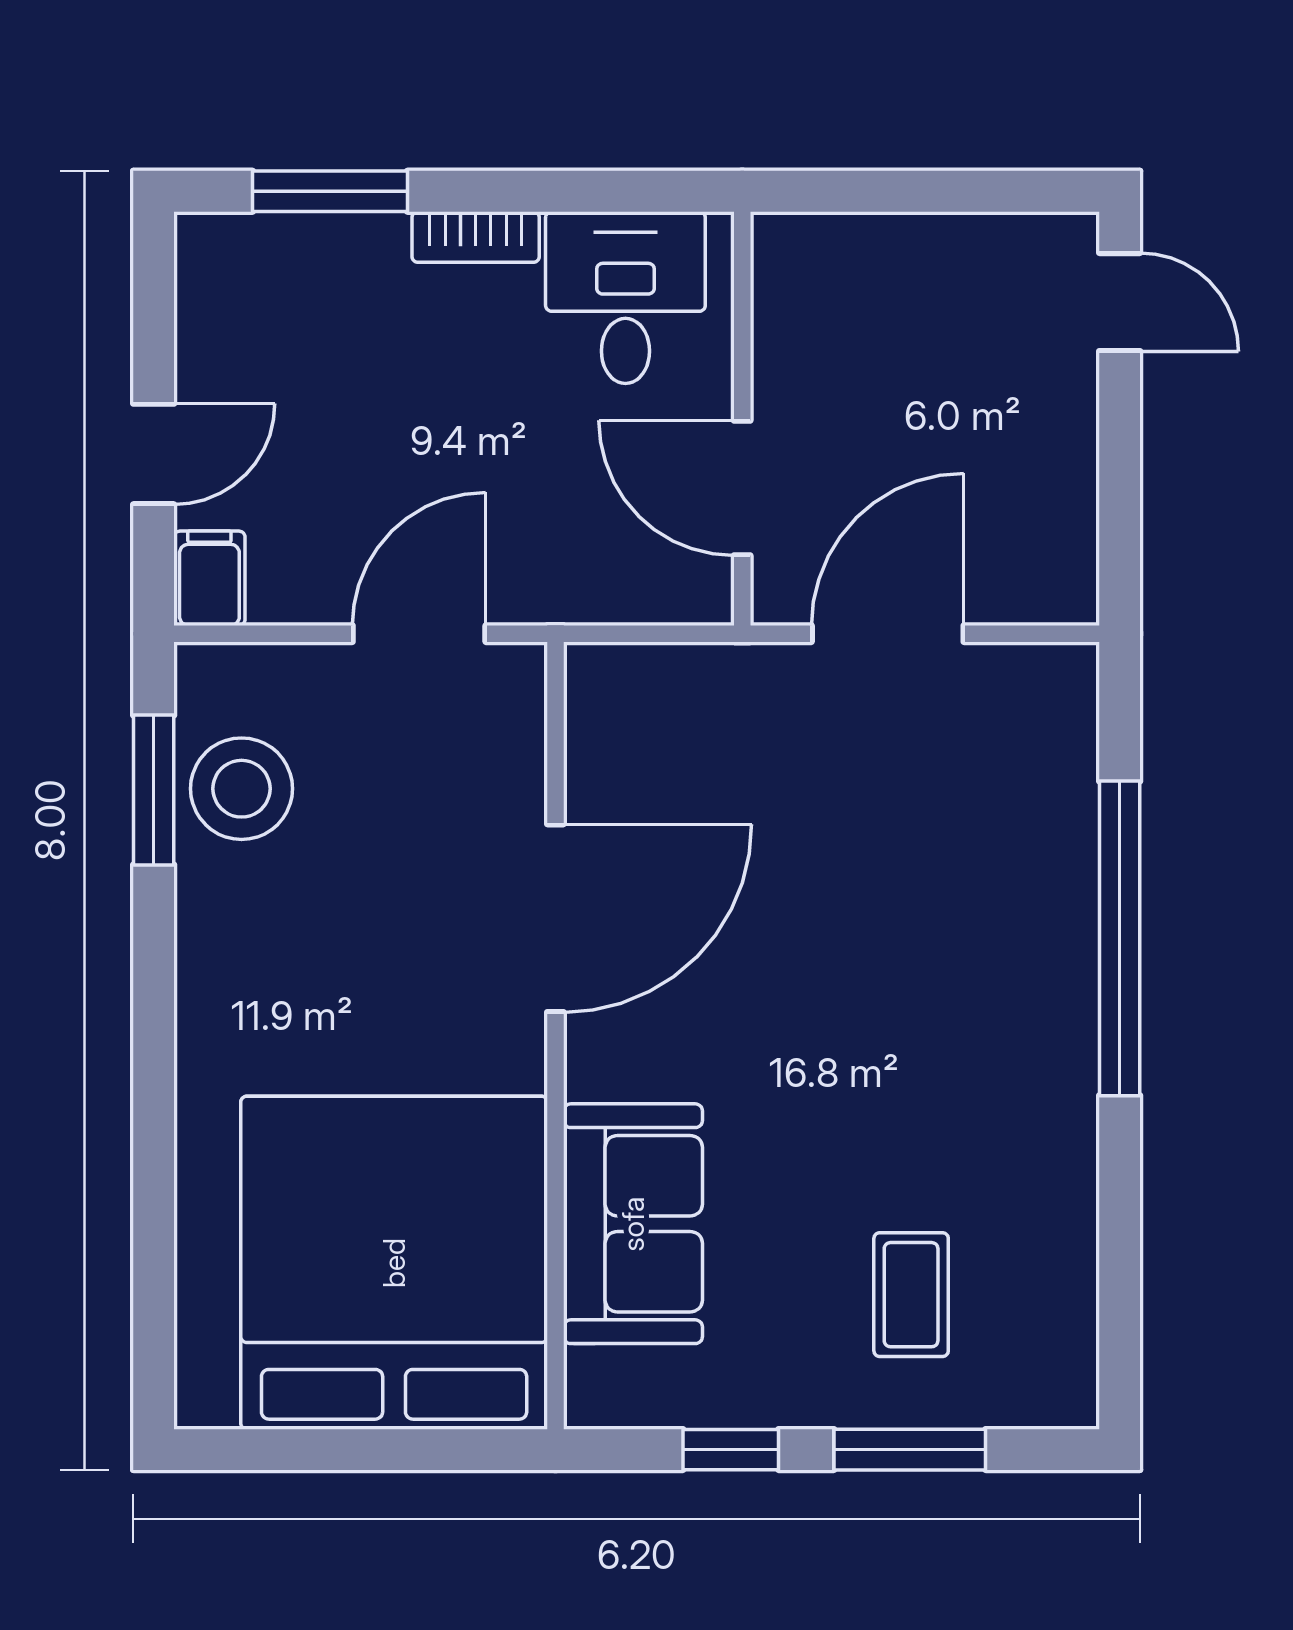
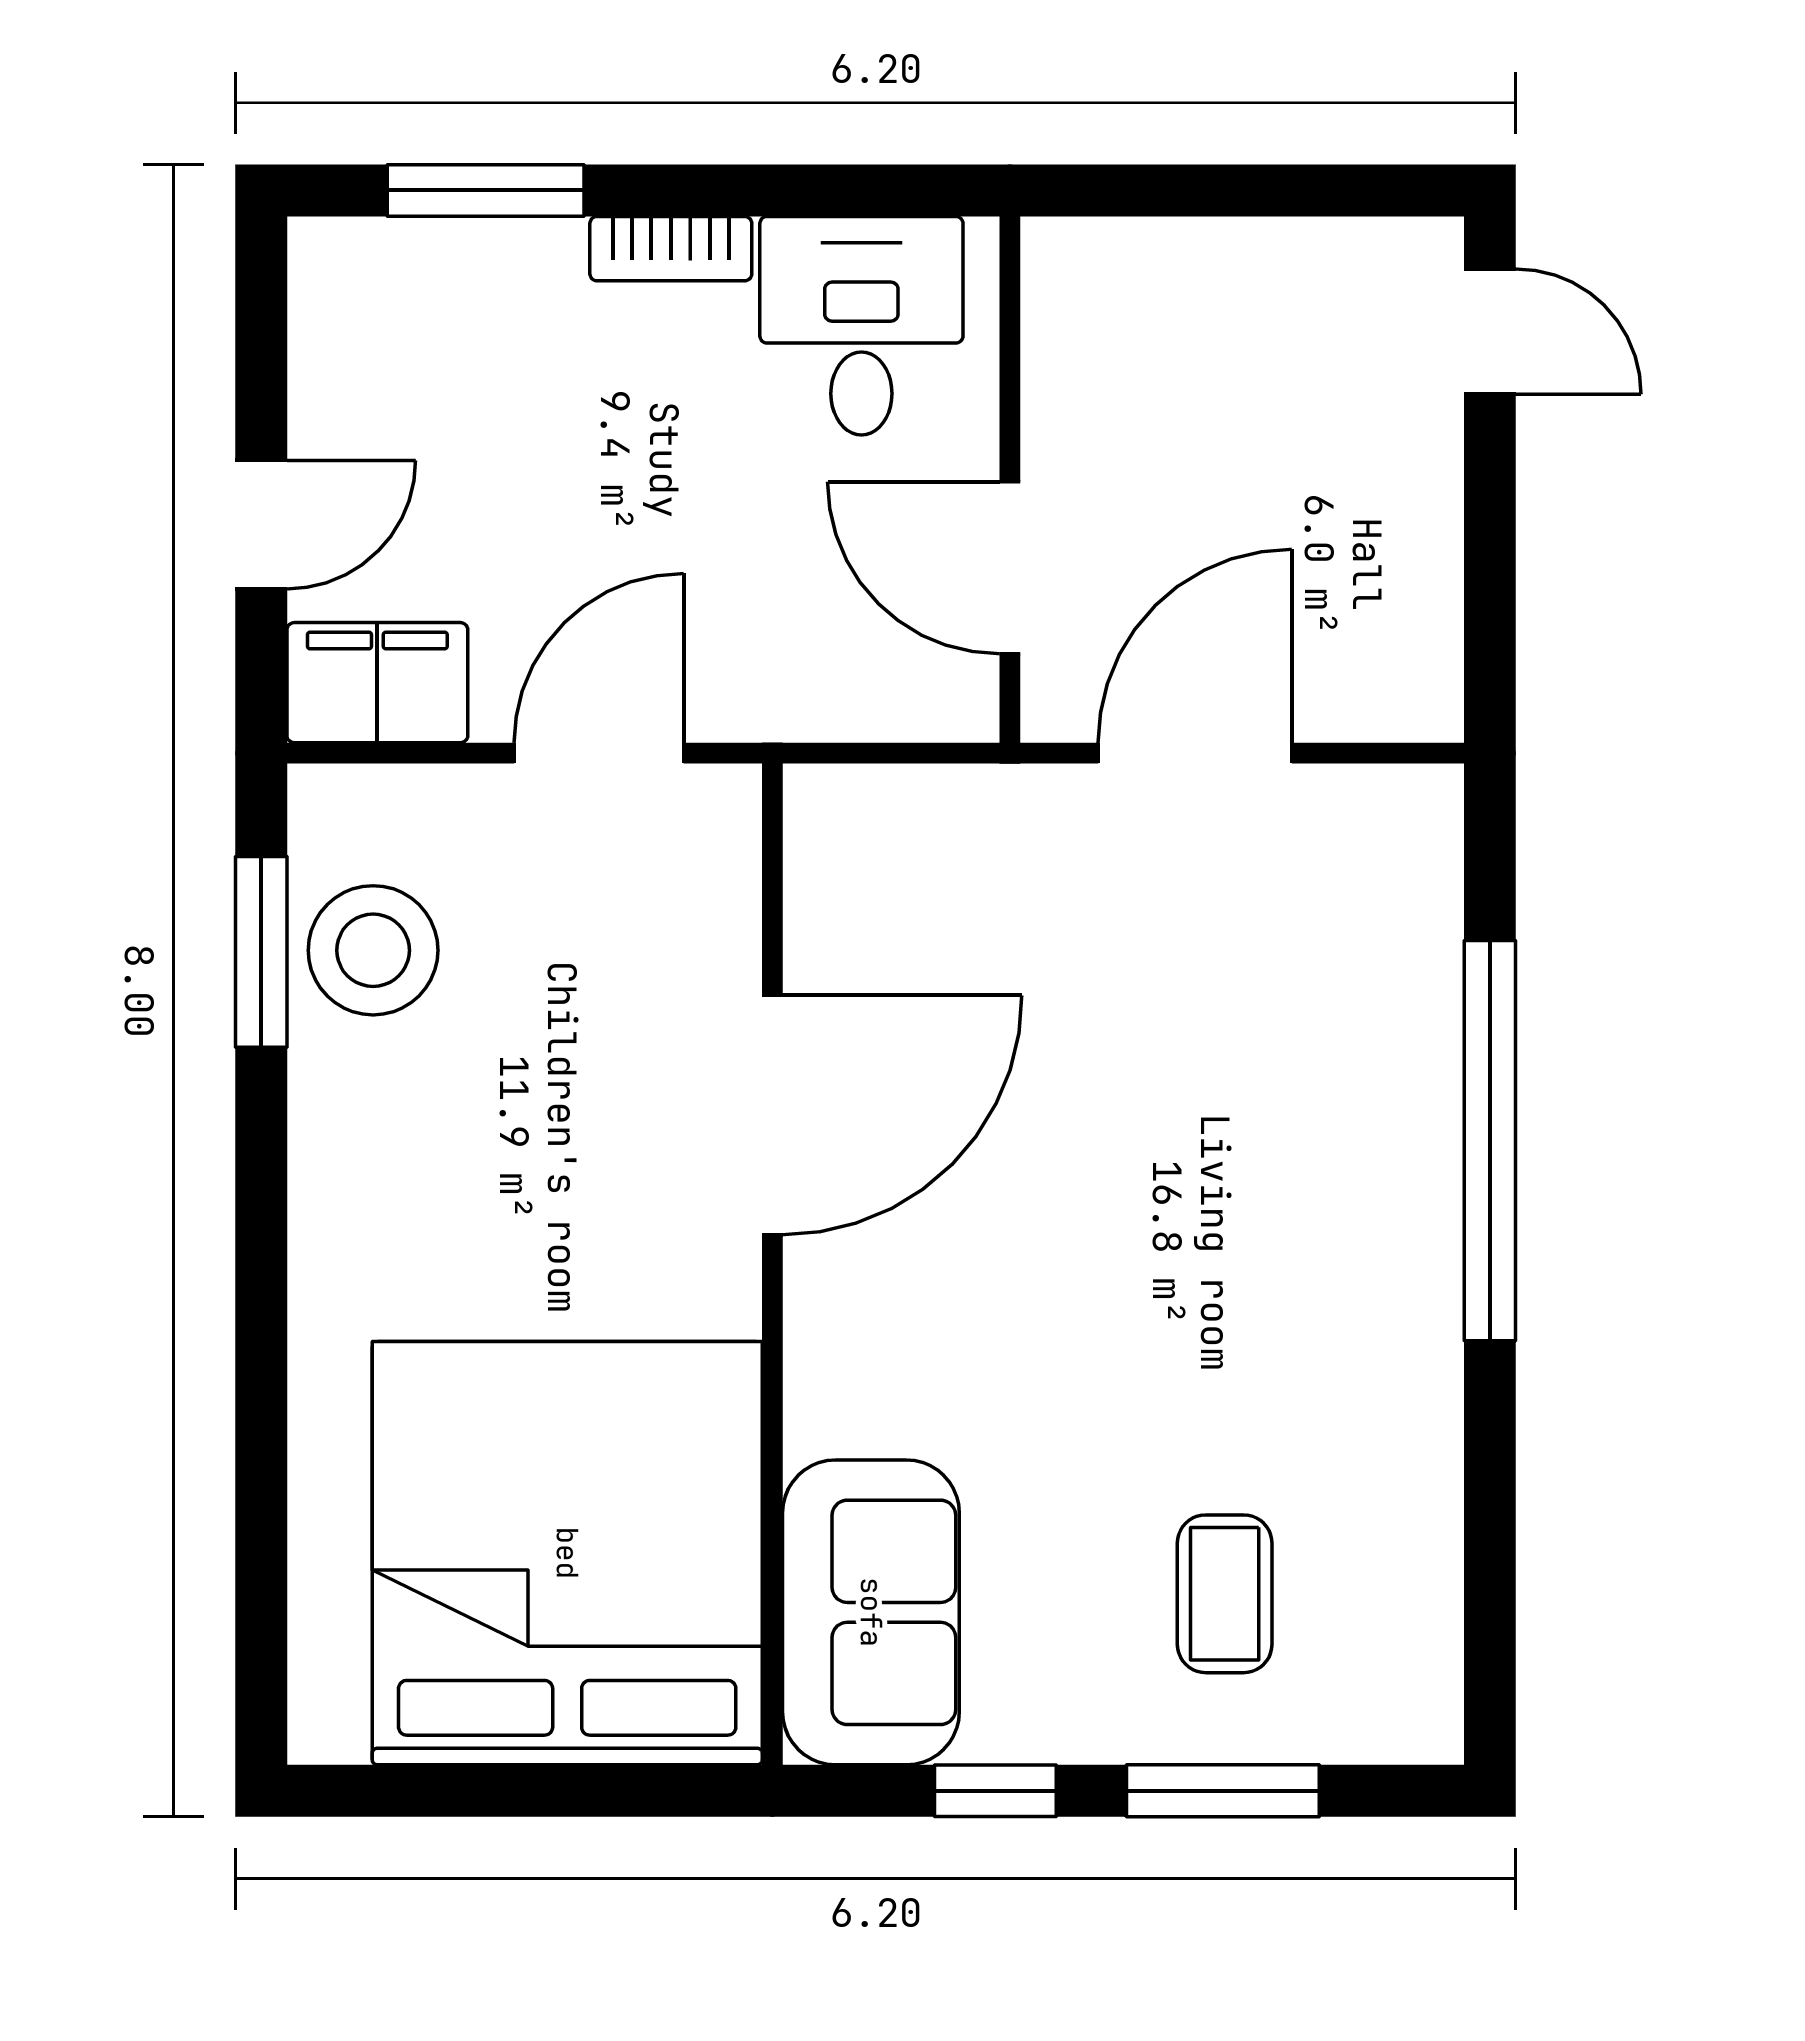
filing cabinet: (209, 578) -> (377, 683), width x2.00
sofa: (633, 1224) -> (871, 1612), moved

